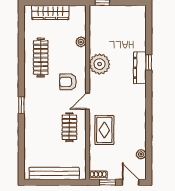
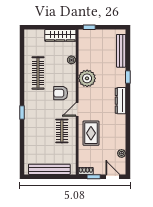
wardrobe: (50, 12) -> (60, 35), moved
bench: (141, 31) -> (121, 51), added
dresser: (140, 68) -> (121, 101), moved

